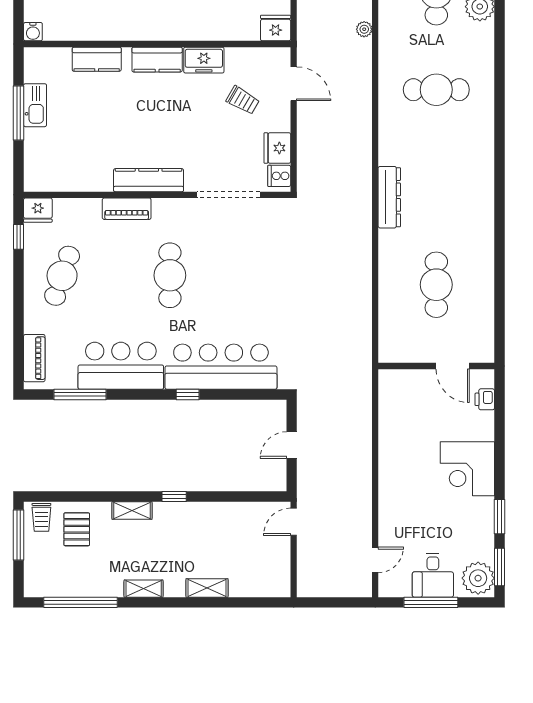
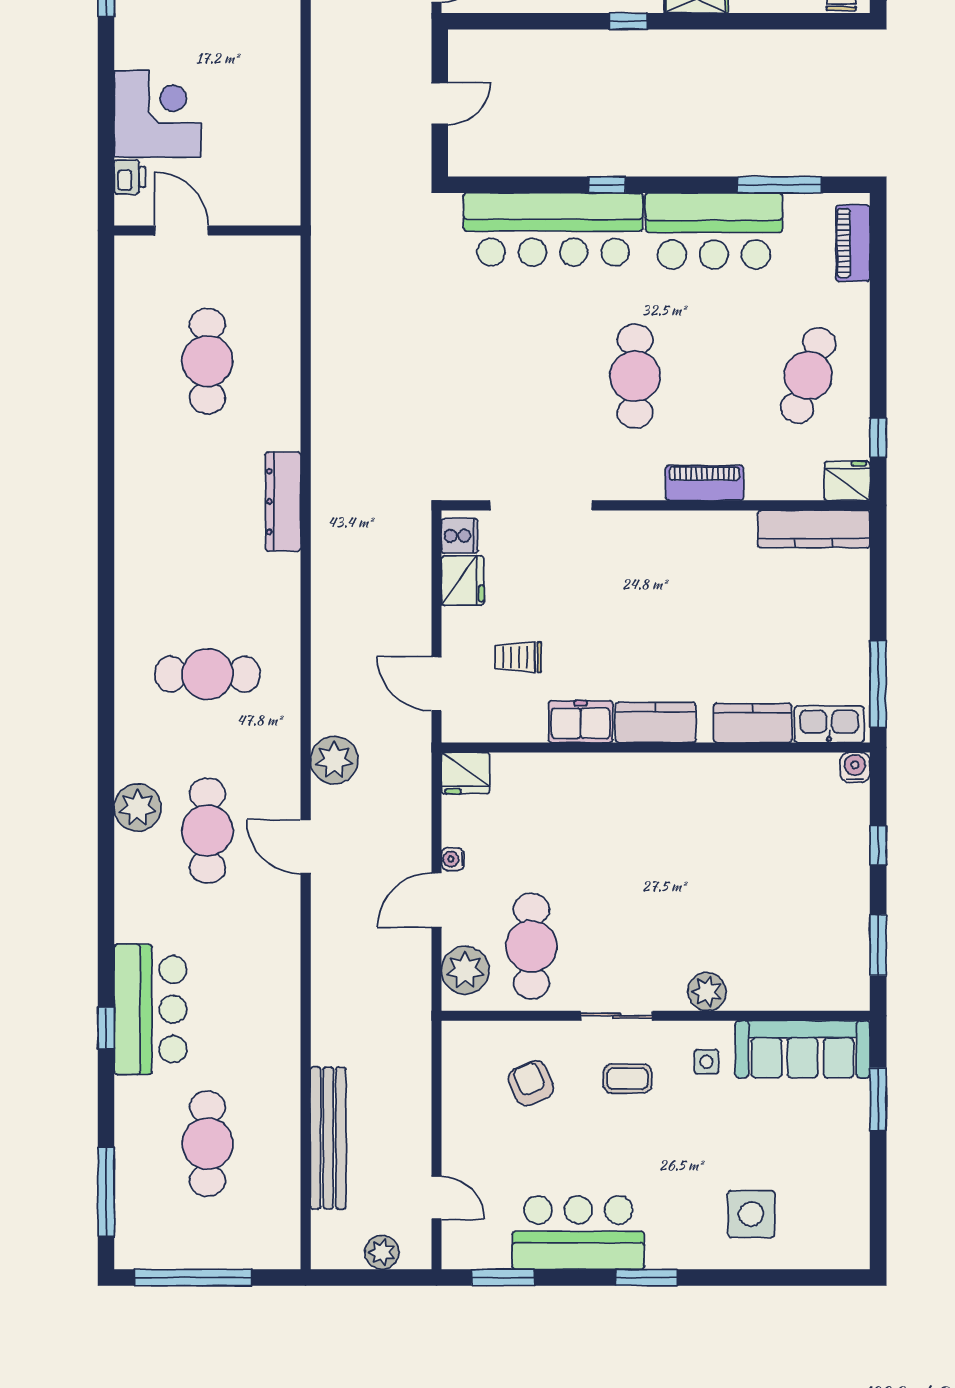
plant: (364, 29) -> (334, 760), width x1.88, depth x1.88
trolley: (243, 100) -> (518, 657), turned -30
kitchen sink: (35, 105) -> (829, 724), moved, turned 90
window: (19, 113) -> (878, 684), moved
kitchen counter: (149, 180) -> (814, 529), moved
corner desk: (467, 469) -> (158, 114), moved

